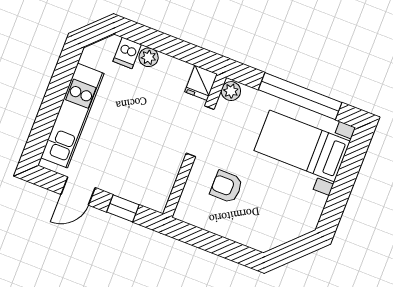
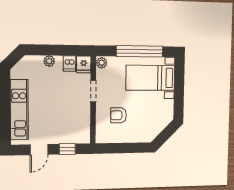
dishwasher: (127, 53) -> (69, 63), moved
doorway: (200, 131) -> (93, 91), width x0.73

